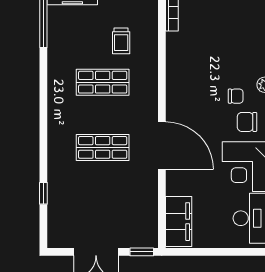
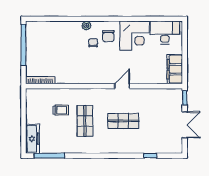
door: (162, 146) -> (122, 86), width x0.53
shop shelf: (103, 147) -> (123, 121), turned 90
filing cabinet: (179, 222) -> (175, 69), moved, turned -90

